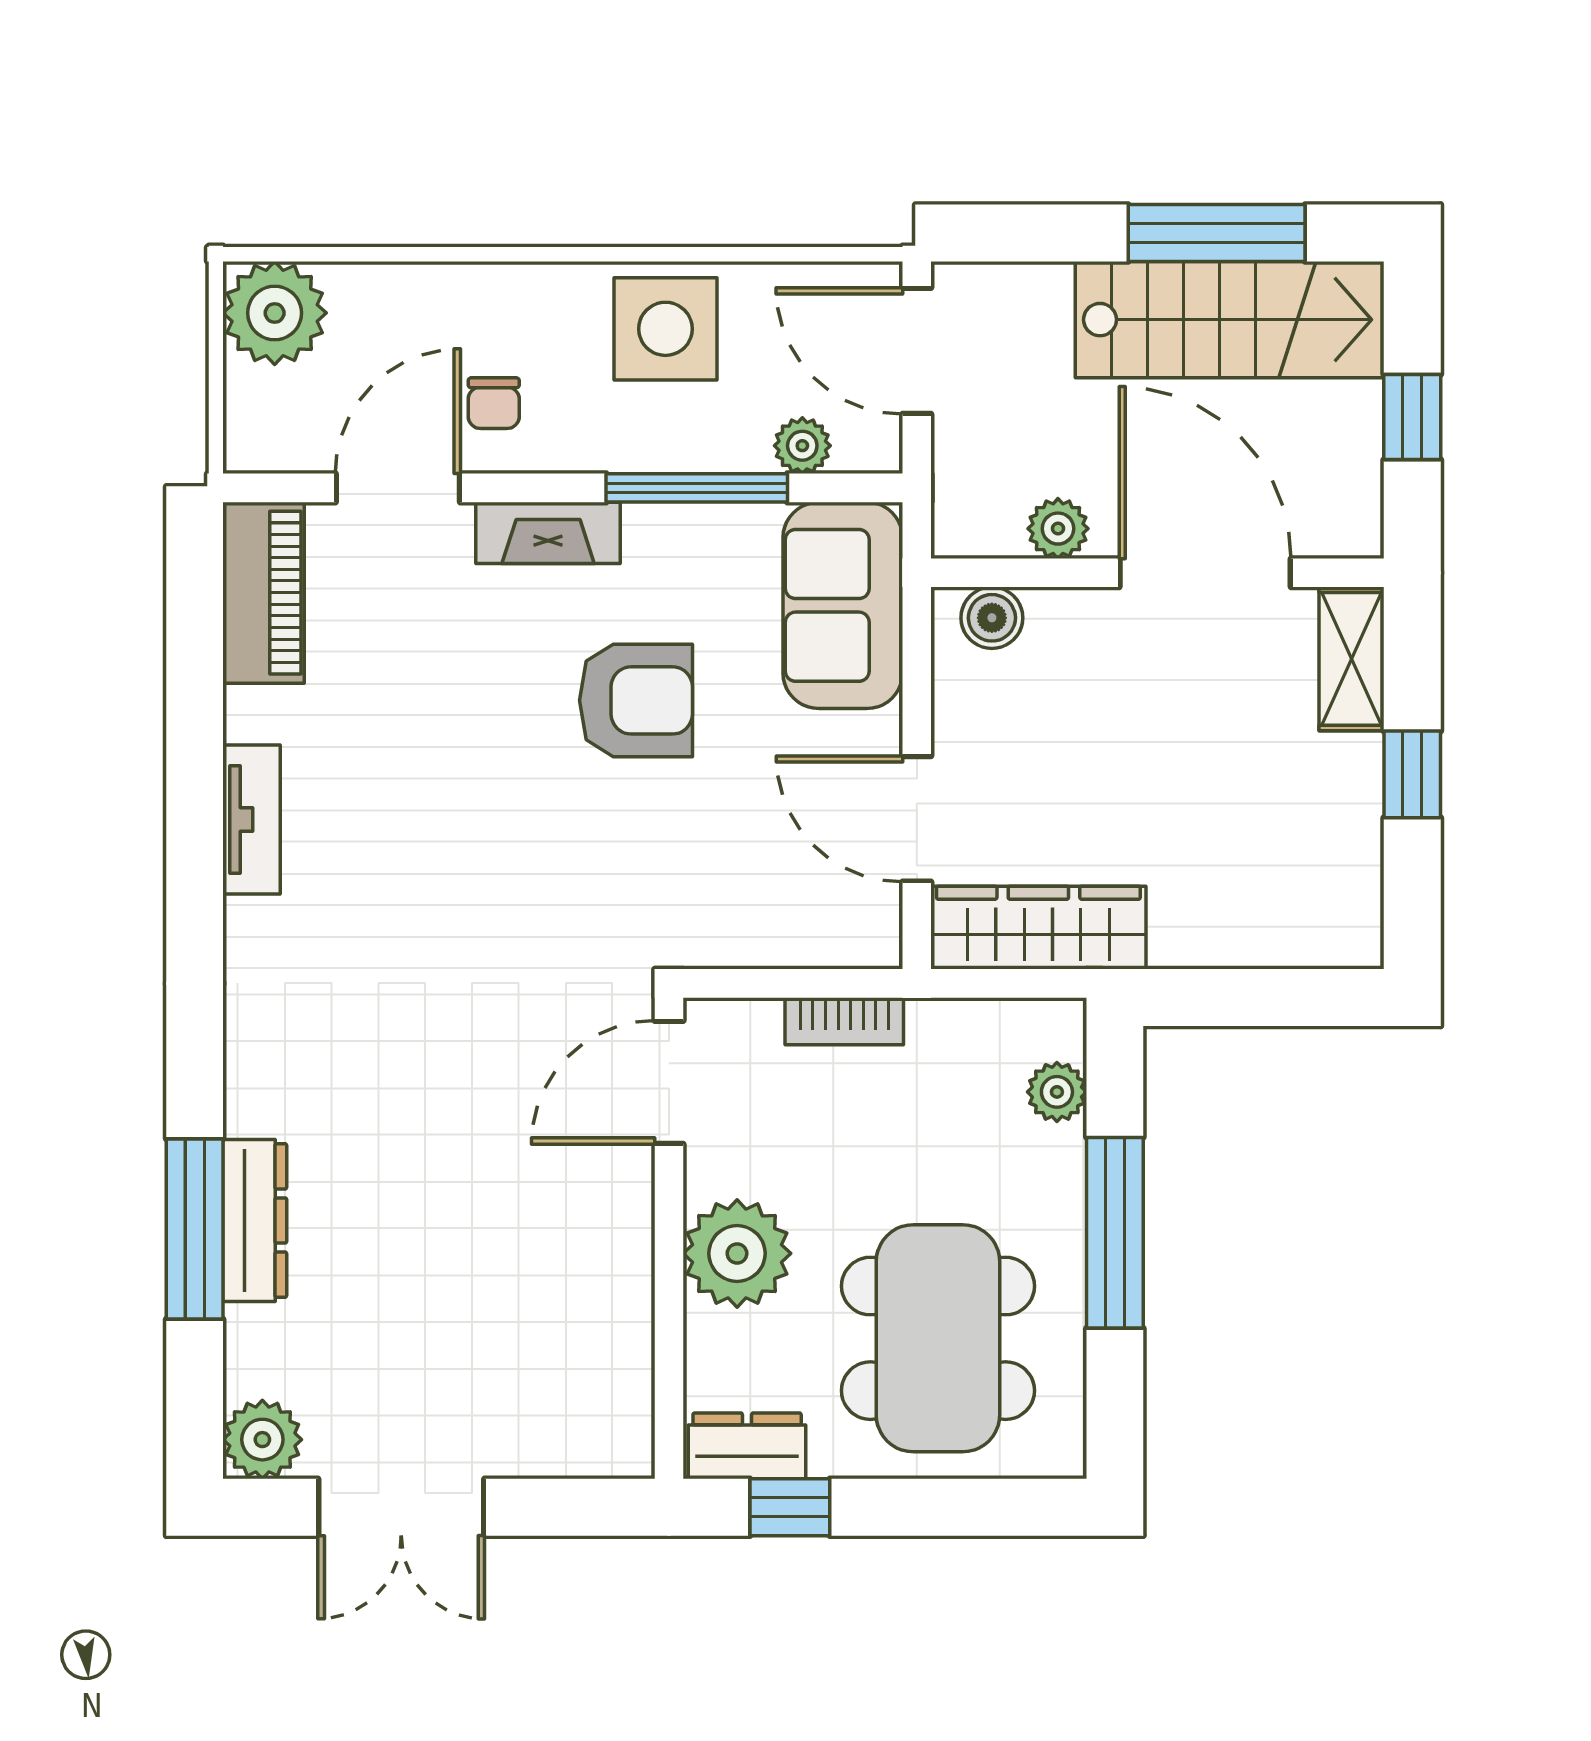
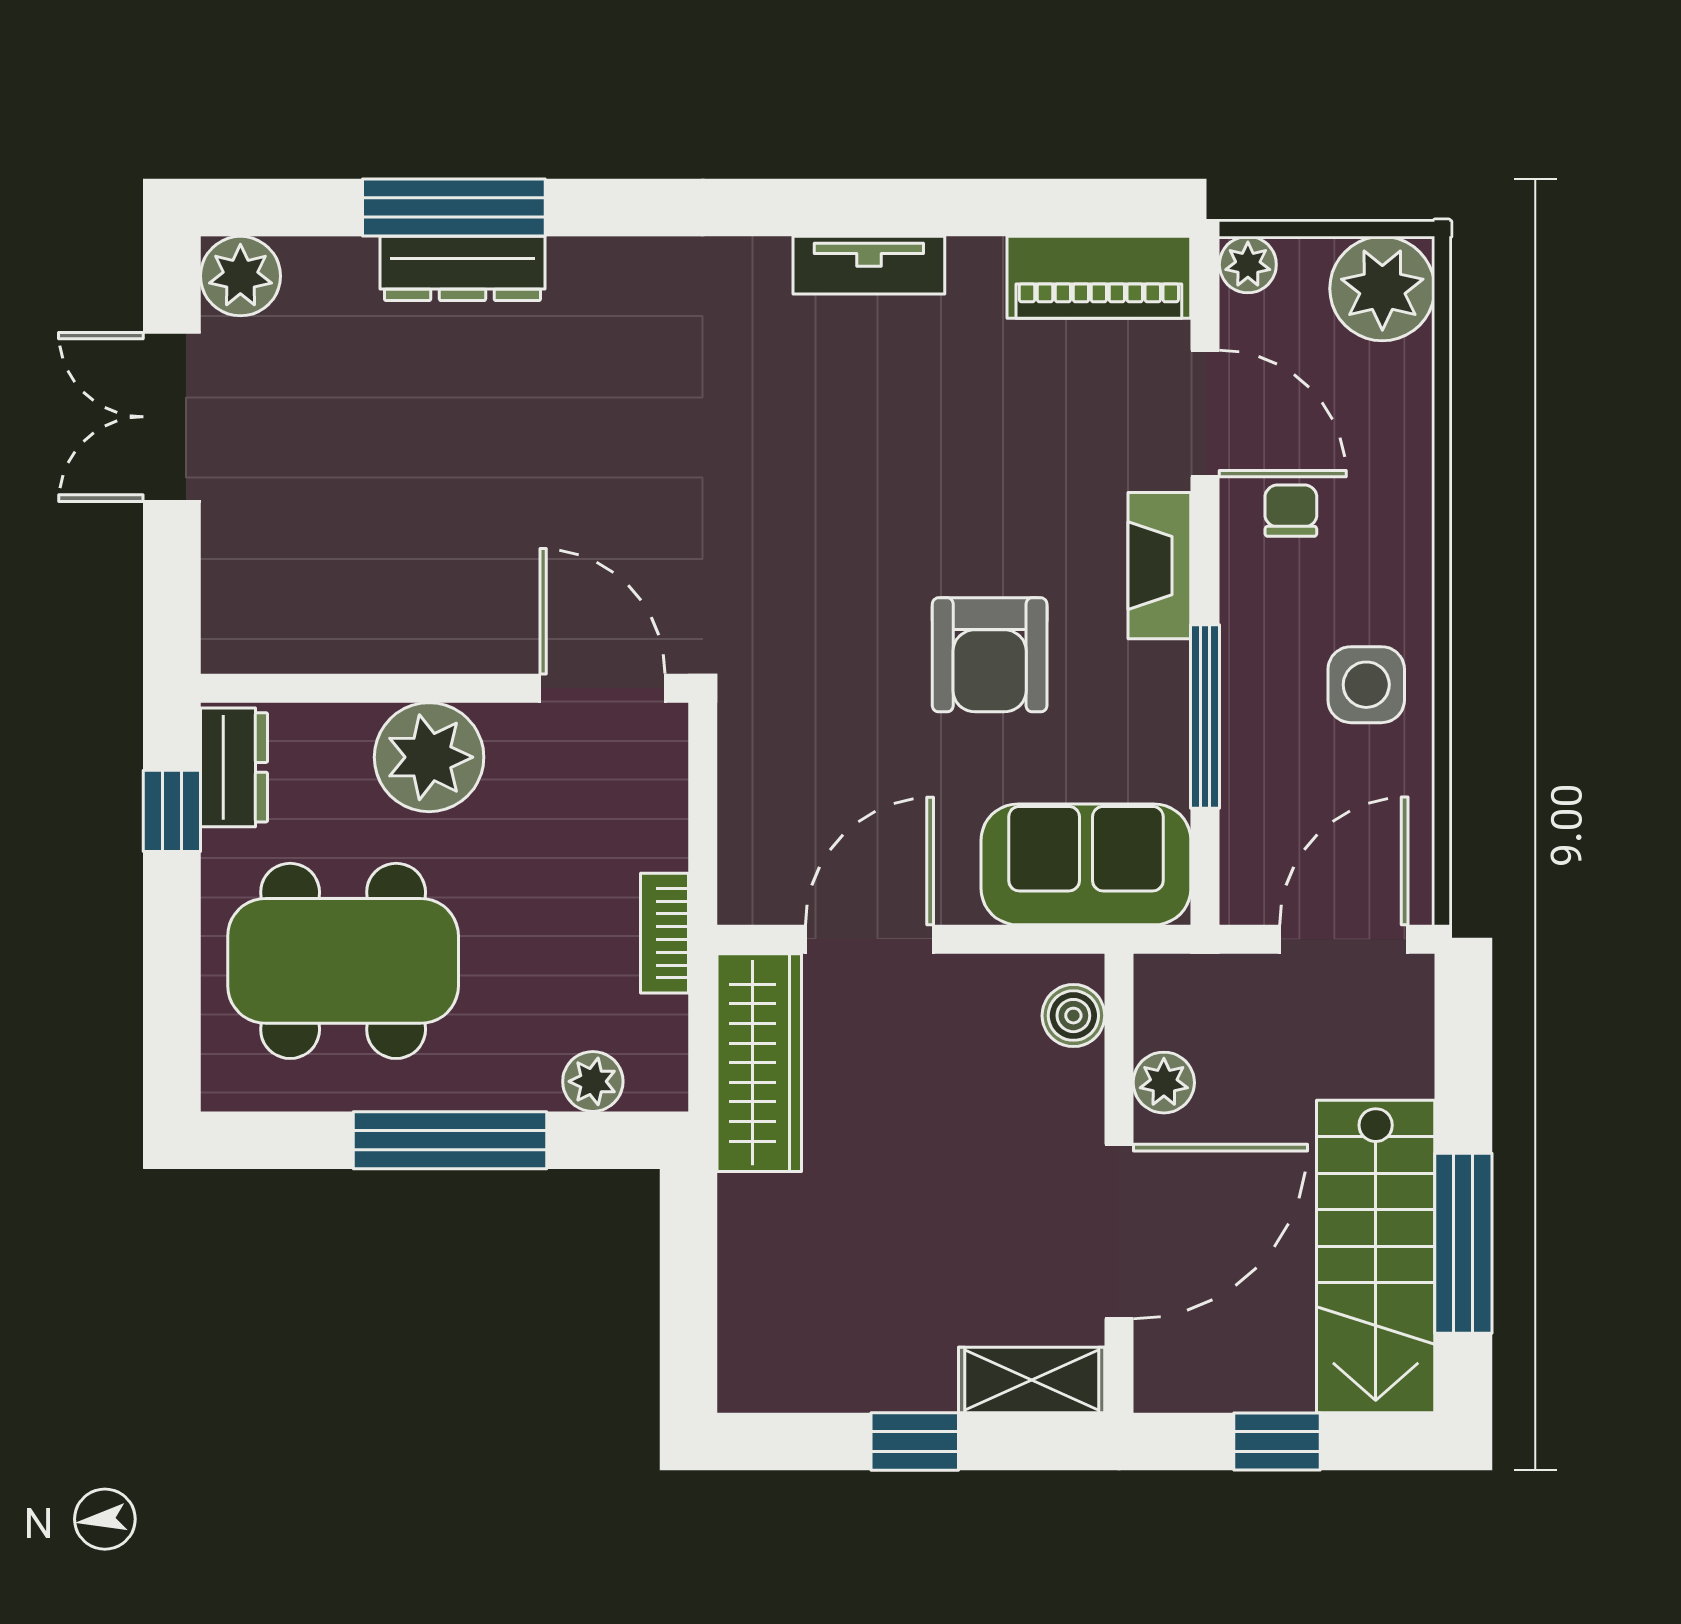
side table: (665, 329) -> (1366, 685), width x0.73, depth x0.73
chair: (494, 403) -> (1291, 511), turned 90
plant: (802, 446) -> (1248, 265), moved
bookcase: (844, 1021) -> (665, 933), moved

